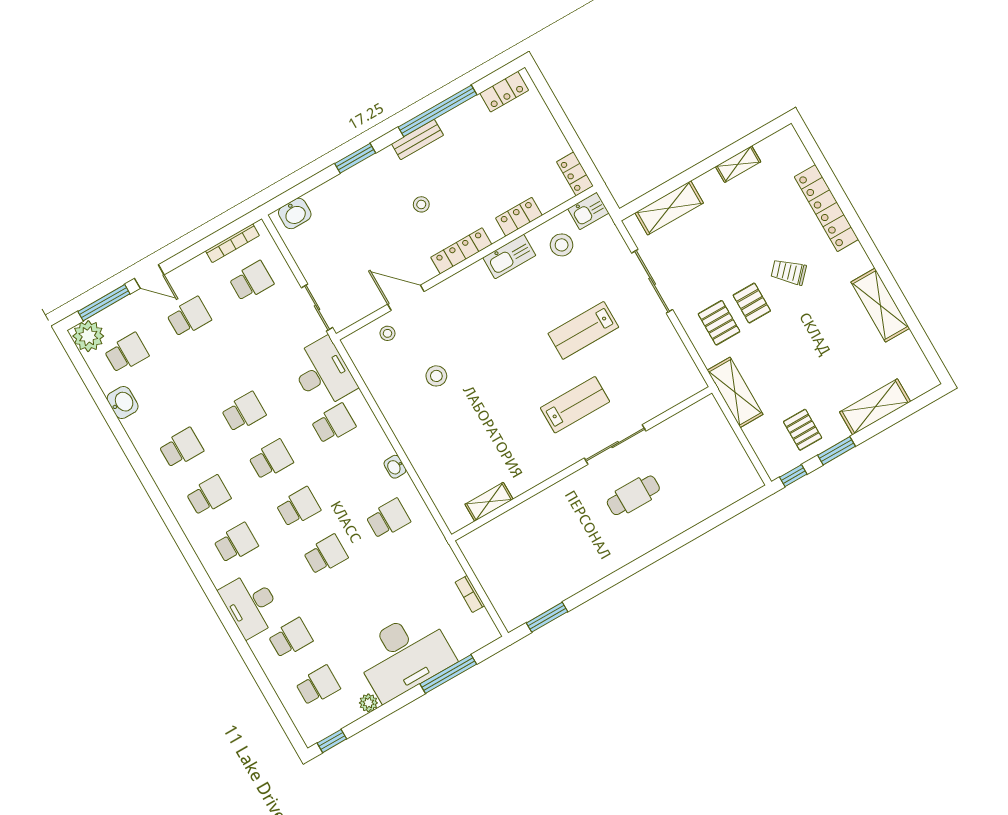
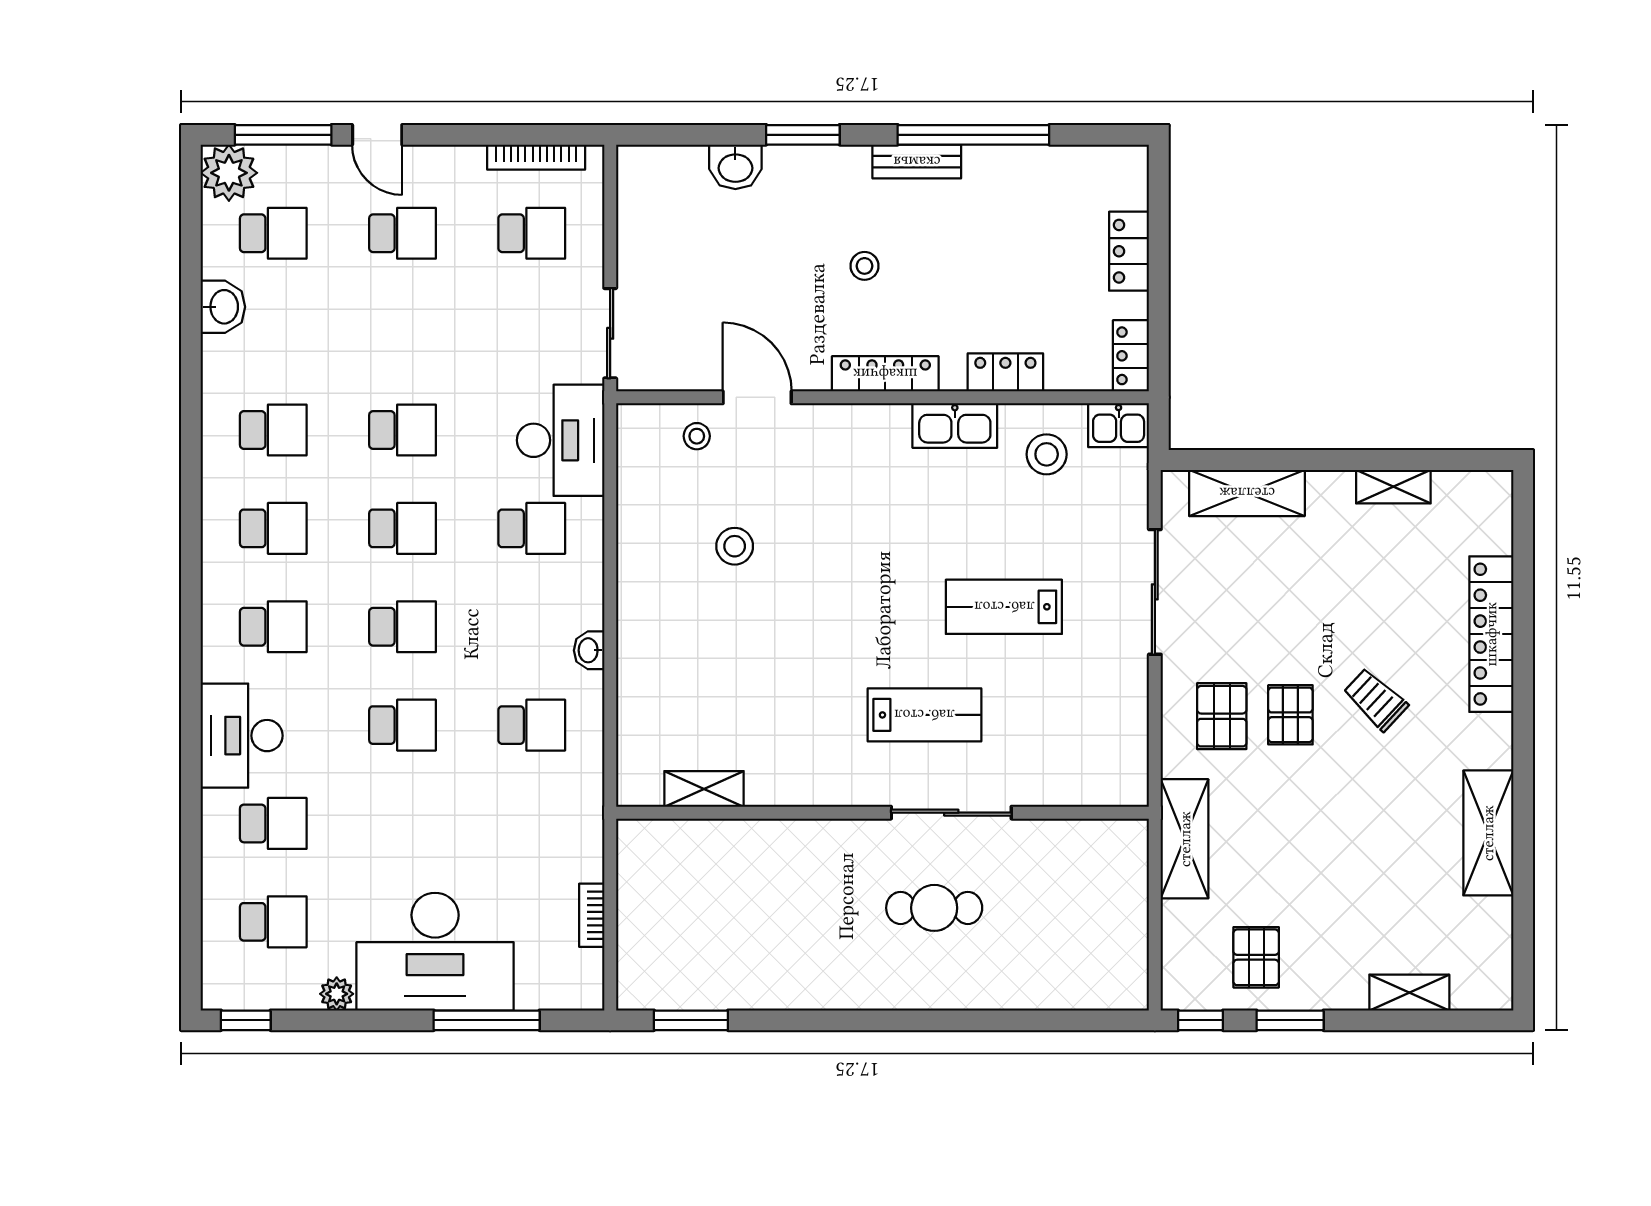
locker: (504, 92) -> (1129, 251), moved, turned 90
washbasin: (295, 213) -> (735, 167), moved
shelving: (875, 407) -> (1409, 993), width x0.67, depth x0.75

